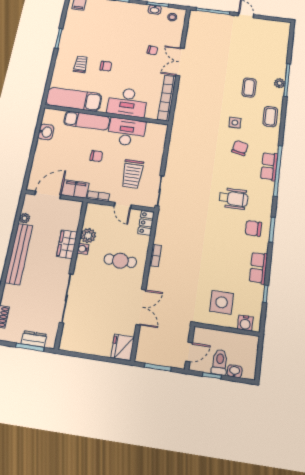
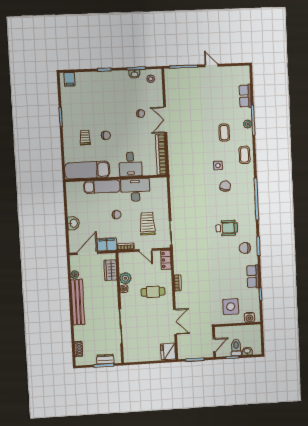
desk: (127, 102) -> (131, 164), width x0.73
washbasin: (46, 132) -> (73, 223), moved
row of seats: (269, 166) -> (245, 96), moved
trolley: (132, 174) -> (147, 224), turned 180
wardrobe: (67, 244) -> (110, 270), moved

